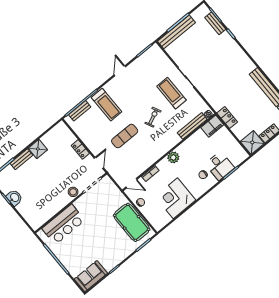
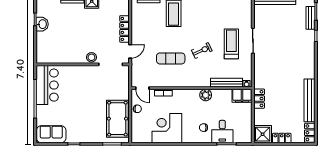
exercise mat: (125, 136) -> (171, 58), moved
locker: (80, 149) -> (124, 29), width x1.53
plant: (173, 157) -> (206, 95), moved
bar counter: (63, 224) -> (47, 85), moved, turned -90

